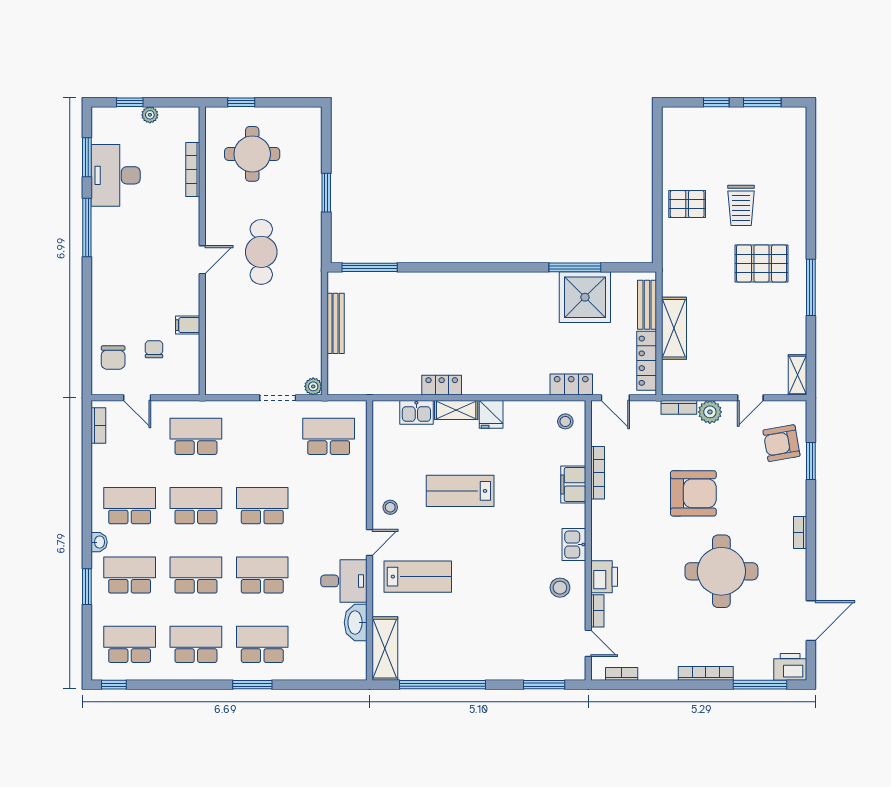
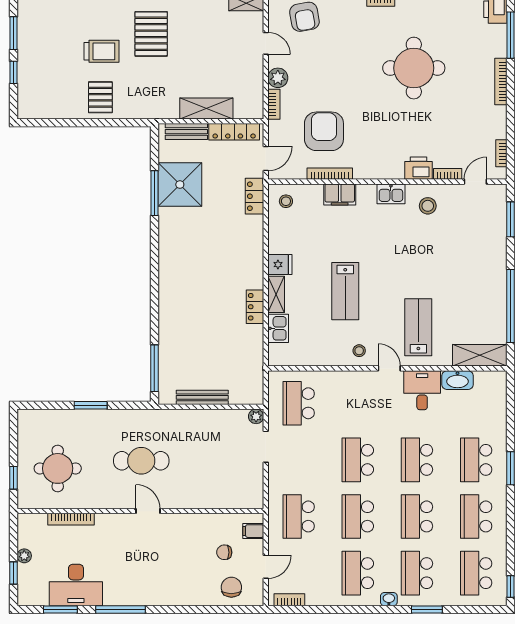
filing cabinet: (188, 325) -> (253, 531), moved, turned 90
chair: (113, 358) -> (231, 587), turned -90
armchair: (693, 493) -> (324, 131), moved

